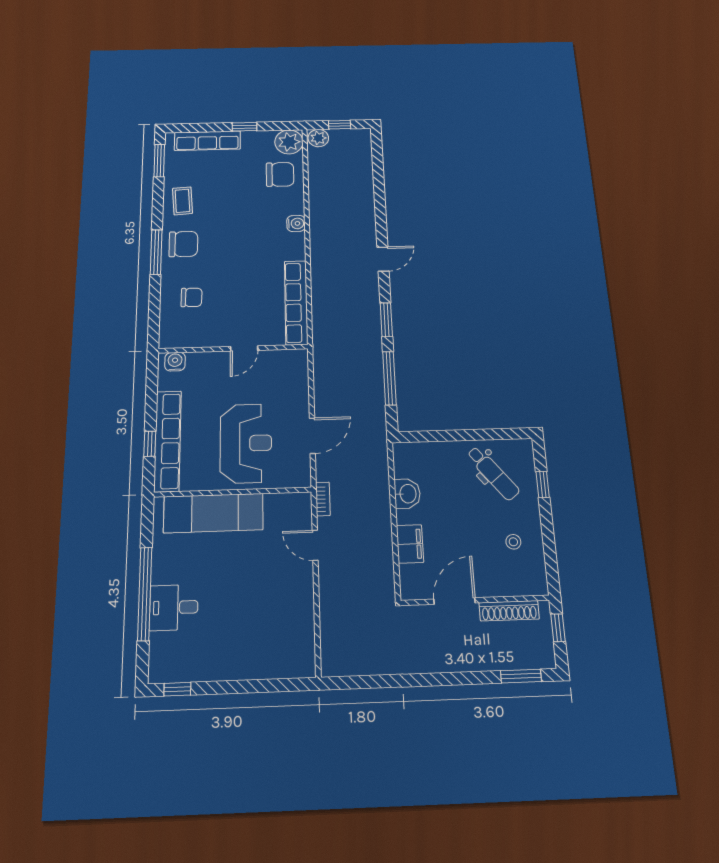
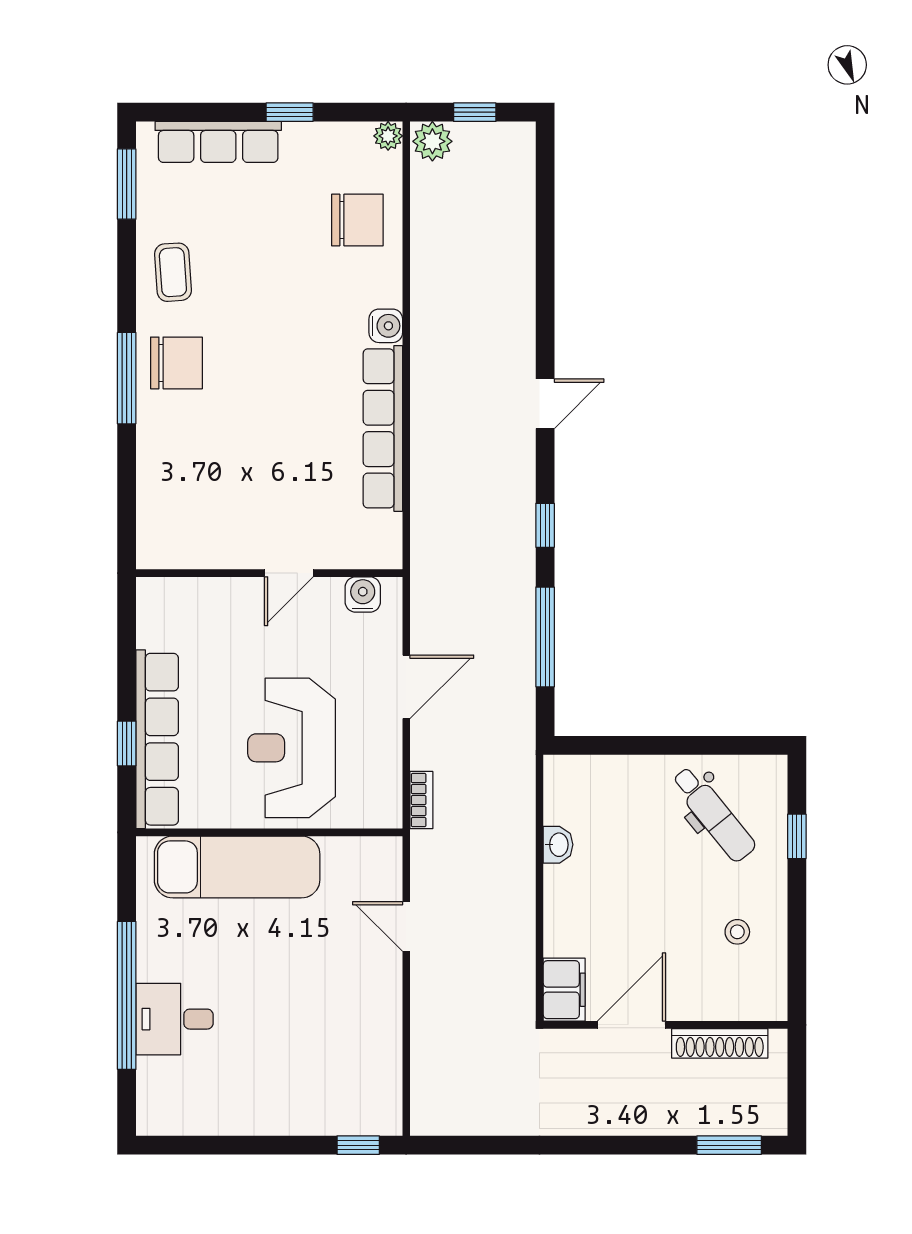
plant: (289, 142) -> (388, 136), width x0.53, depth x0.53
chair: (192, 297) -> (193, 471), removed
row of seats: (296, 302) -> (383, 428), moved
window: (386, 320) -> (545, 525), width x0.67
water cooler: (175, 362) -> (363, 594), moved
door: (312, 436) -> (406, 687), moved
reception desk: (246, 443) -> (292, 748), turned 180
washbasin: (407, 494) -> (558, 845), width x0.72, depth x0.69
bookcase: (323, 499) -> (421, 800), moved
filing cabinet: (410, 544) -> (564, 990), moved
window: (558, 628) -> (797, 1073), removed
window: (177, 689) -> (358, 1145), moved

